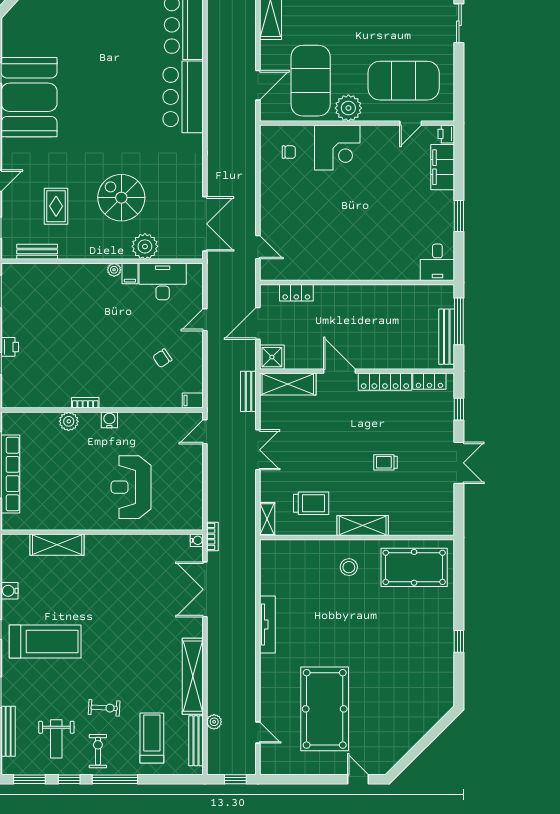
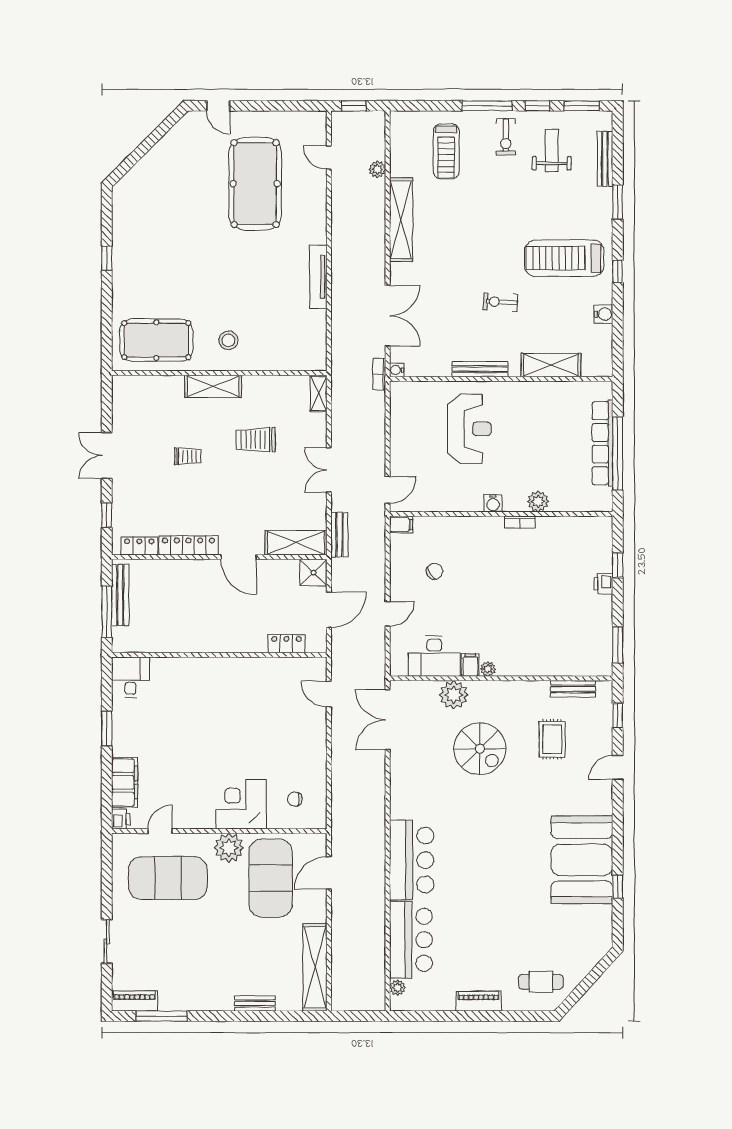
trolley: (311, 503) -> (256, 440), moved
exercise bike: (104, 708) -> (500, 302), moved
bench: (196, 741) -> (480, 369), moved, turned 90

